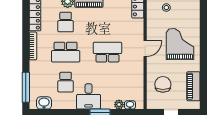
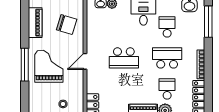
grand piano: (180, 44) -> (49, 66), turned 180
window: (203, 46) -> (25, 65), added
chair: (163, 84) -> (67, 25), turned -73

